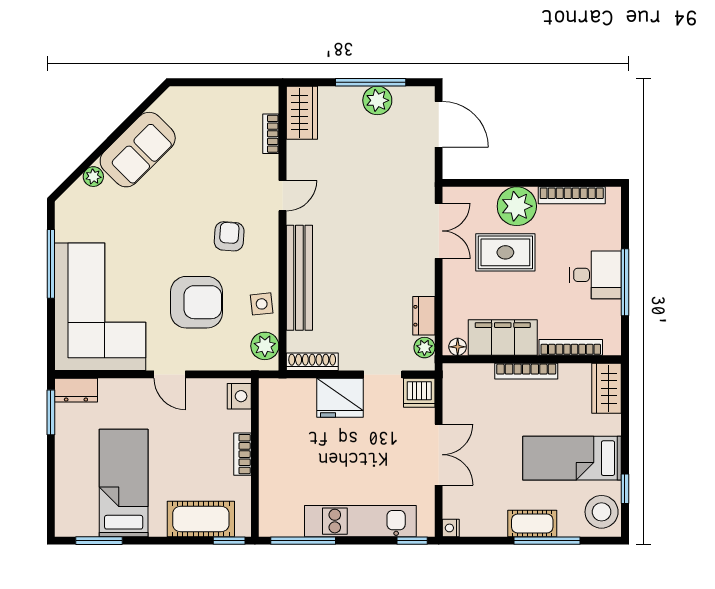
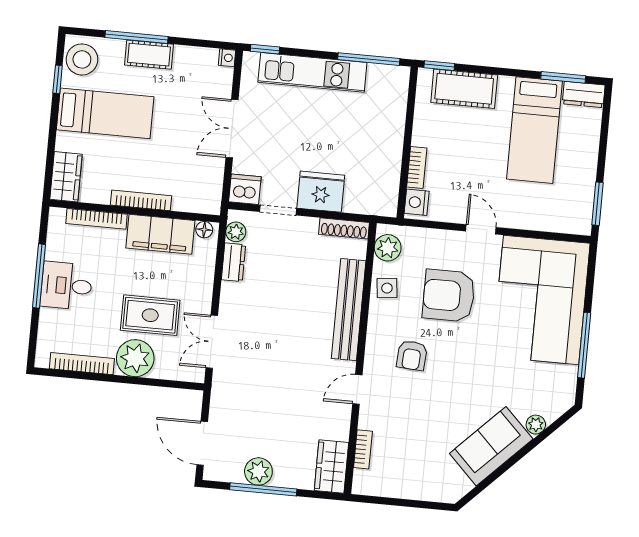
dresser: (76, 390) -> (584, 94), moved, turned 180
bookcase: (243, 454) -> (417, 167), moved

